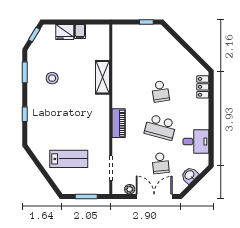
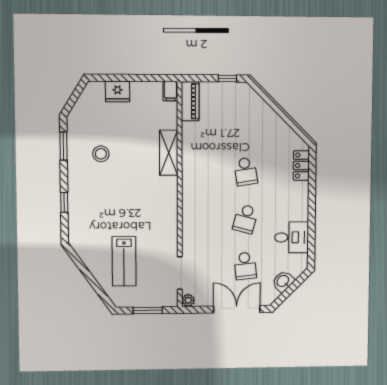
filing cabinet: (80, 32) -> (170, 91), moved
window: (34, 35) -> (76, 95), removed
piano: (119, 123) -> (190, 101), moved
school desk: (160, 127) -> (245, 219), width x0.54
lab bench: (69, 159) -> (124, 261), turned 90
plant: (130, 189) -> (188, 300), moved

